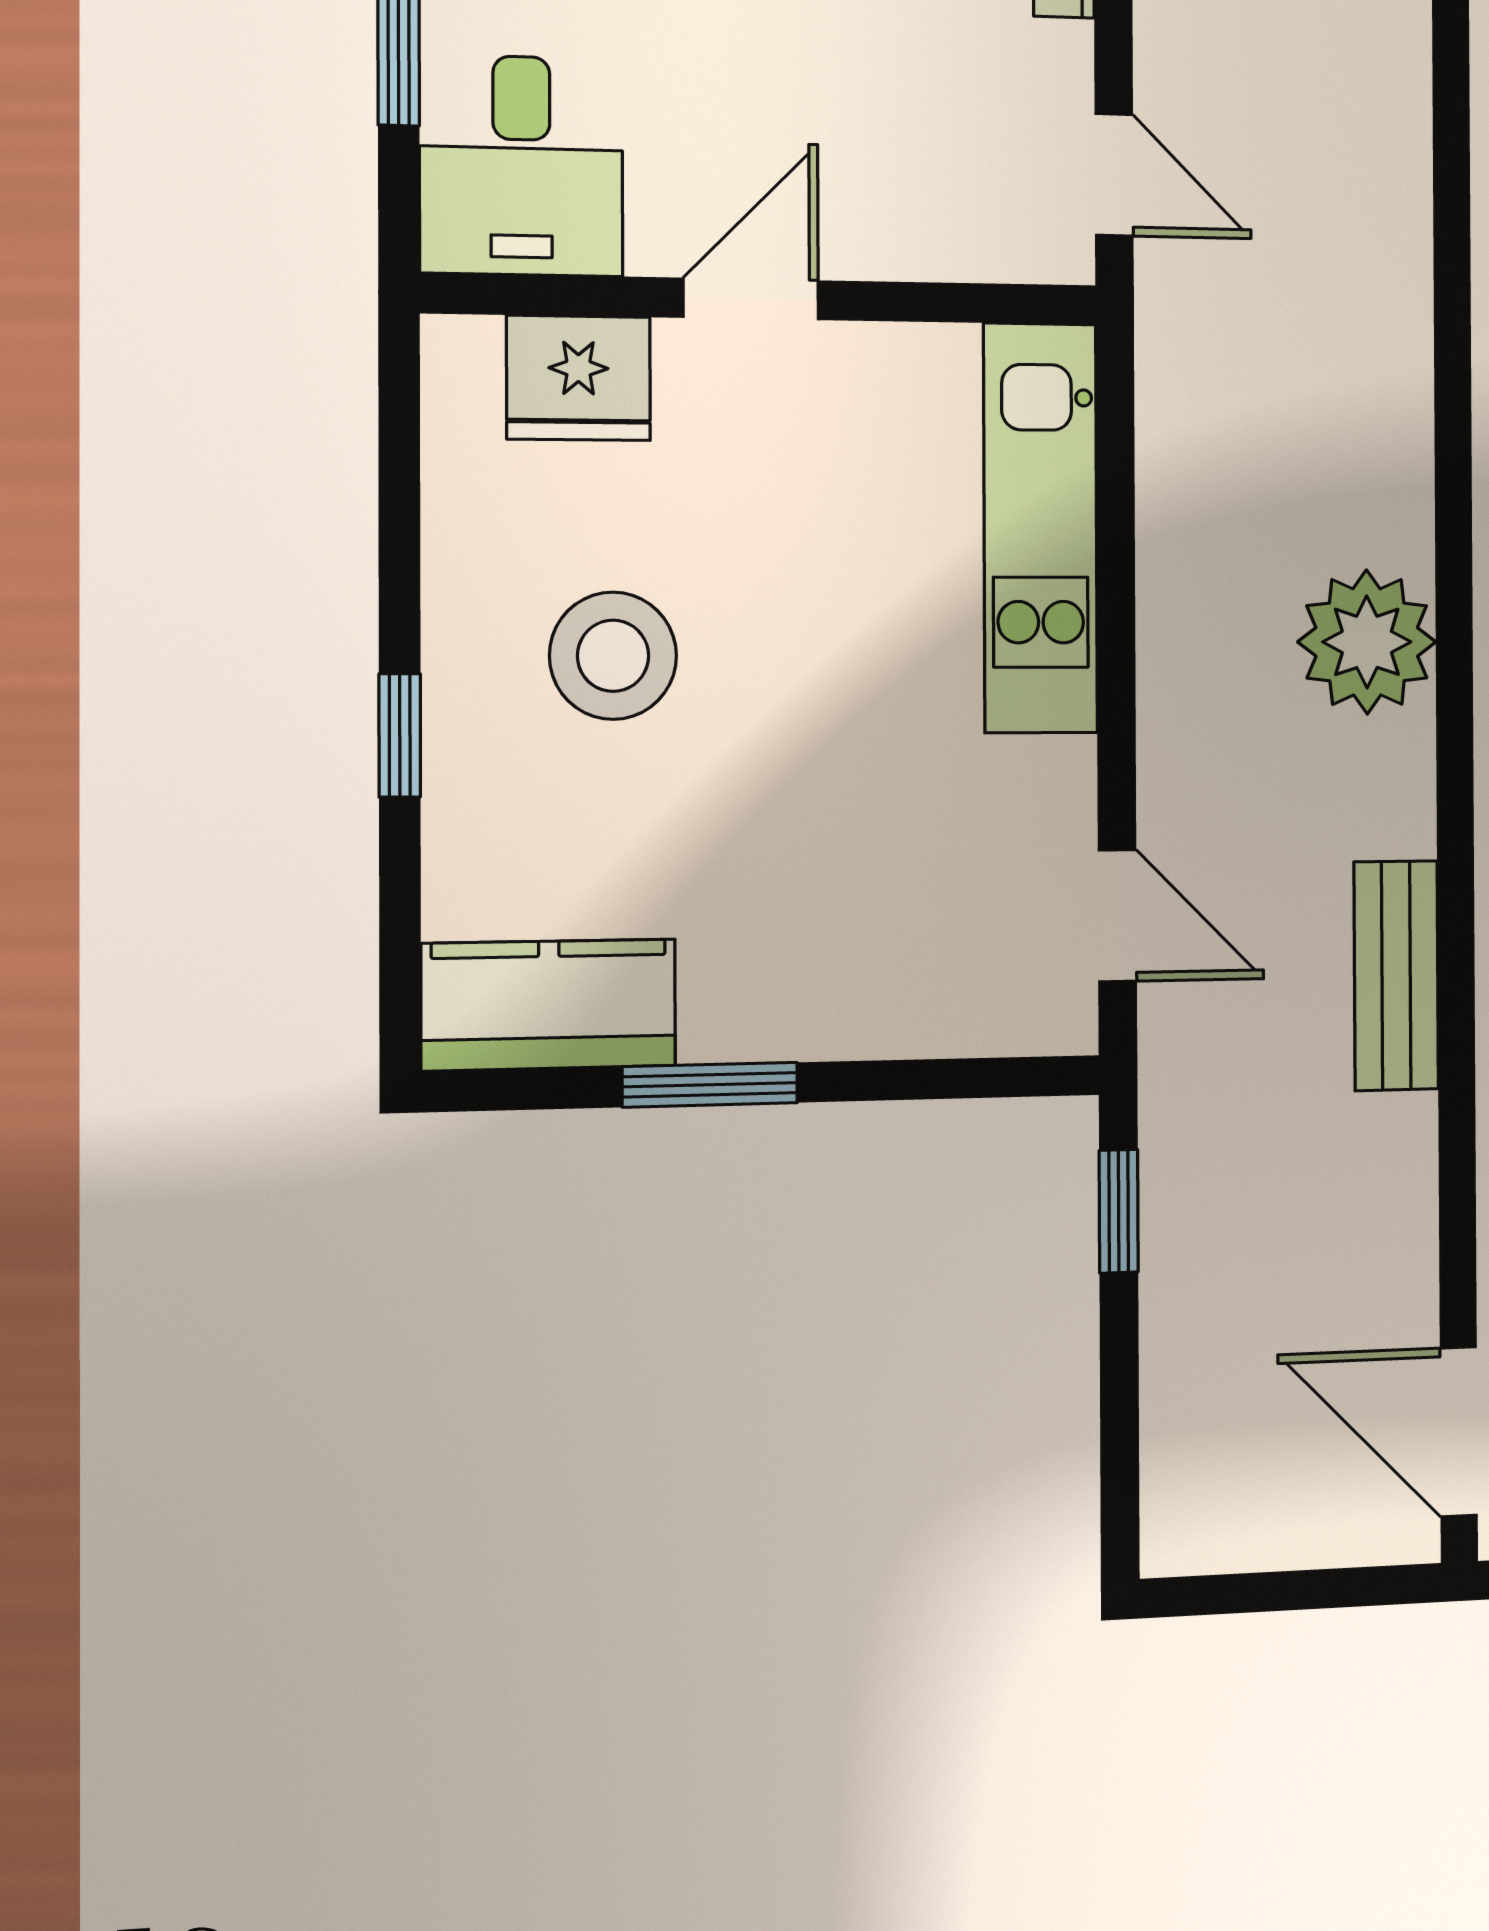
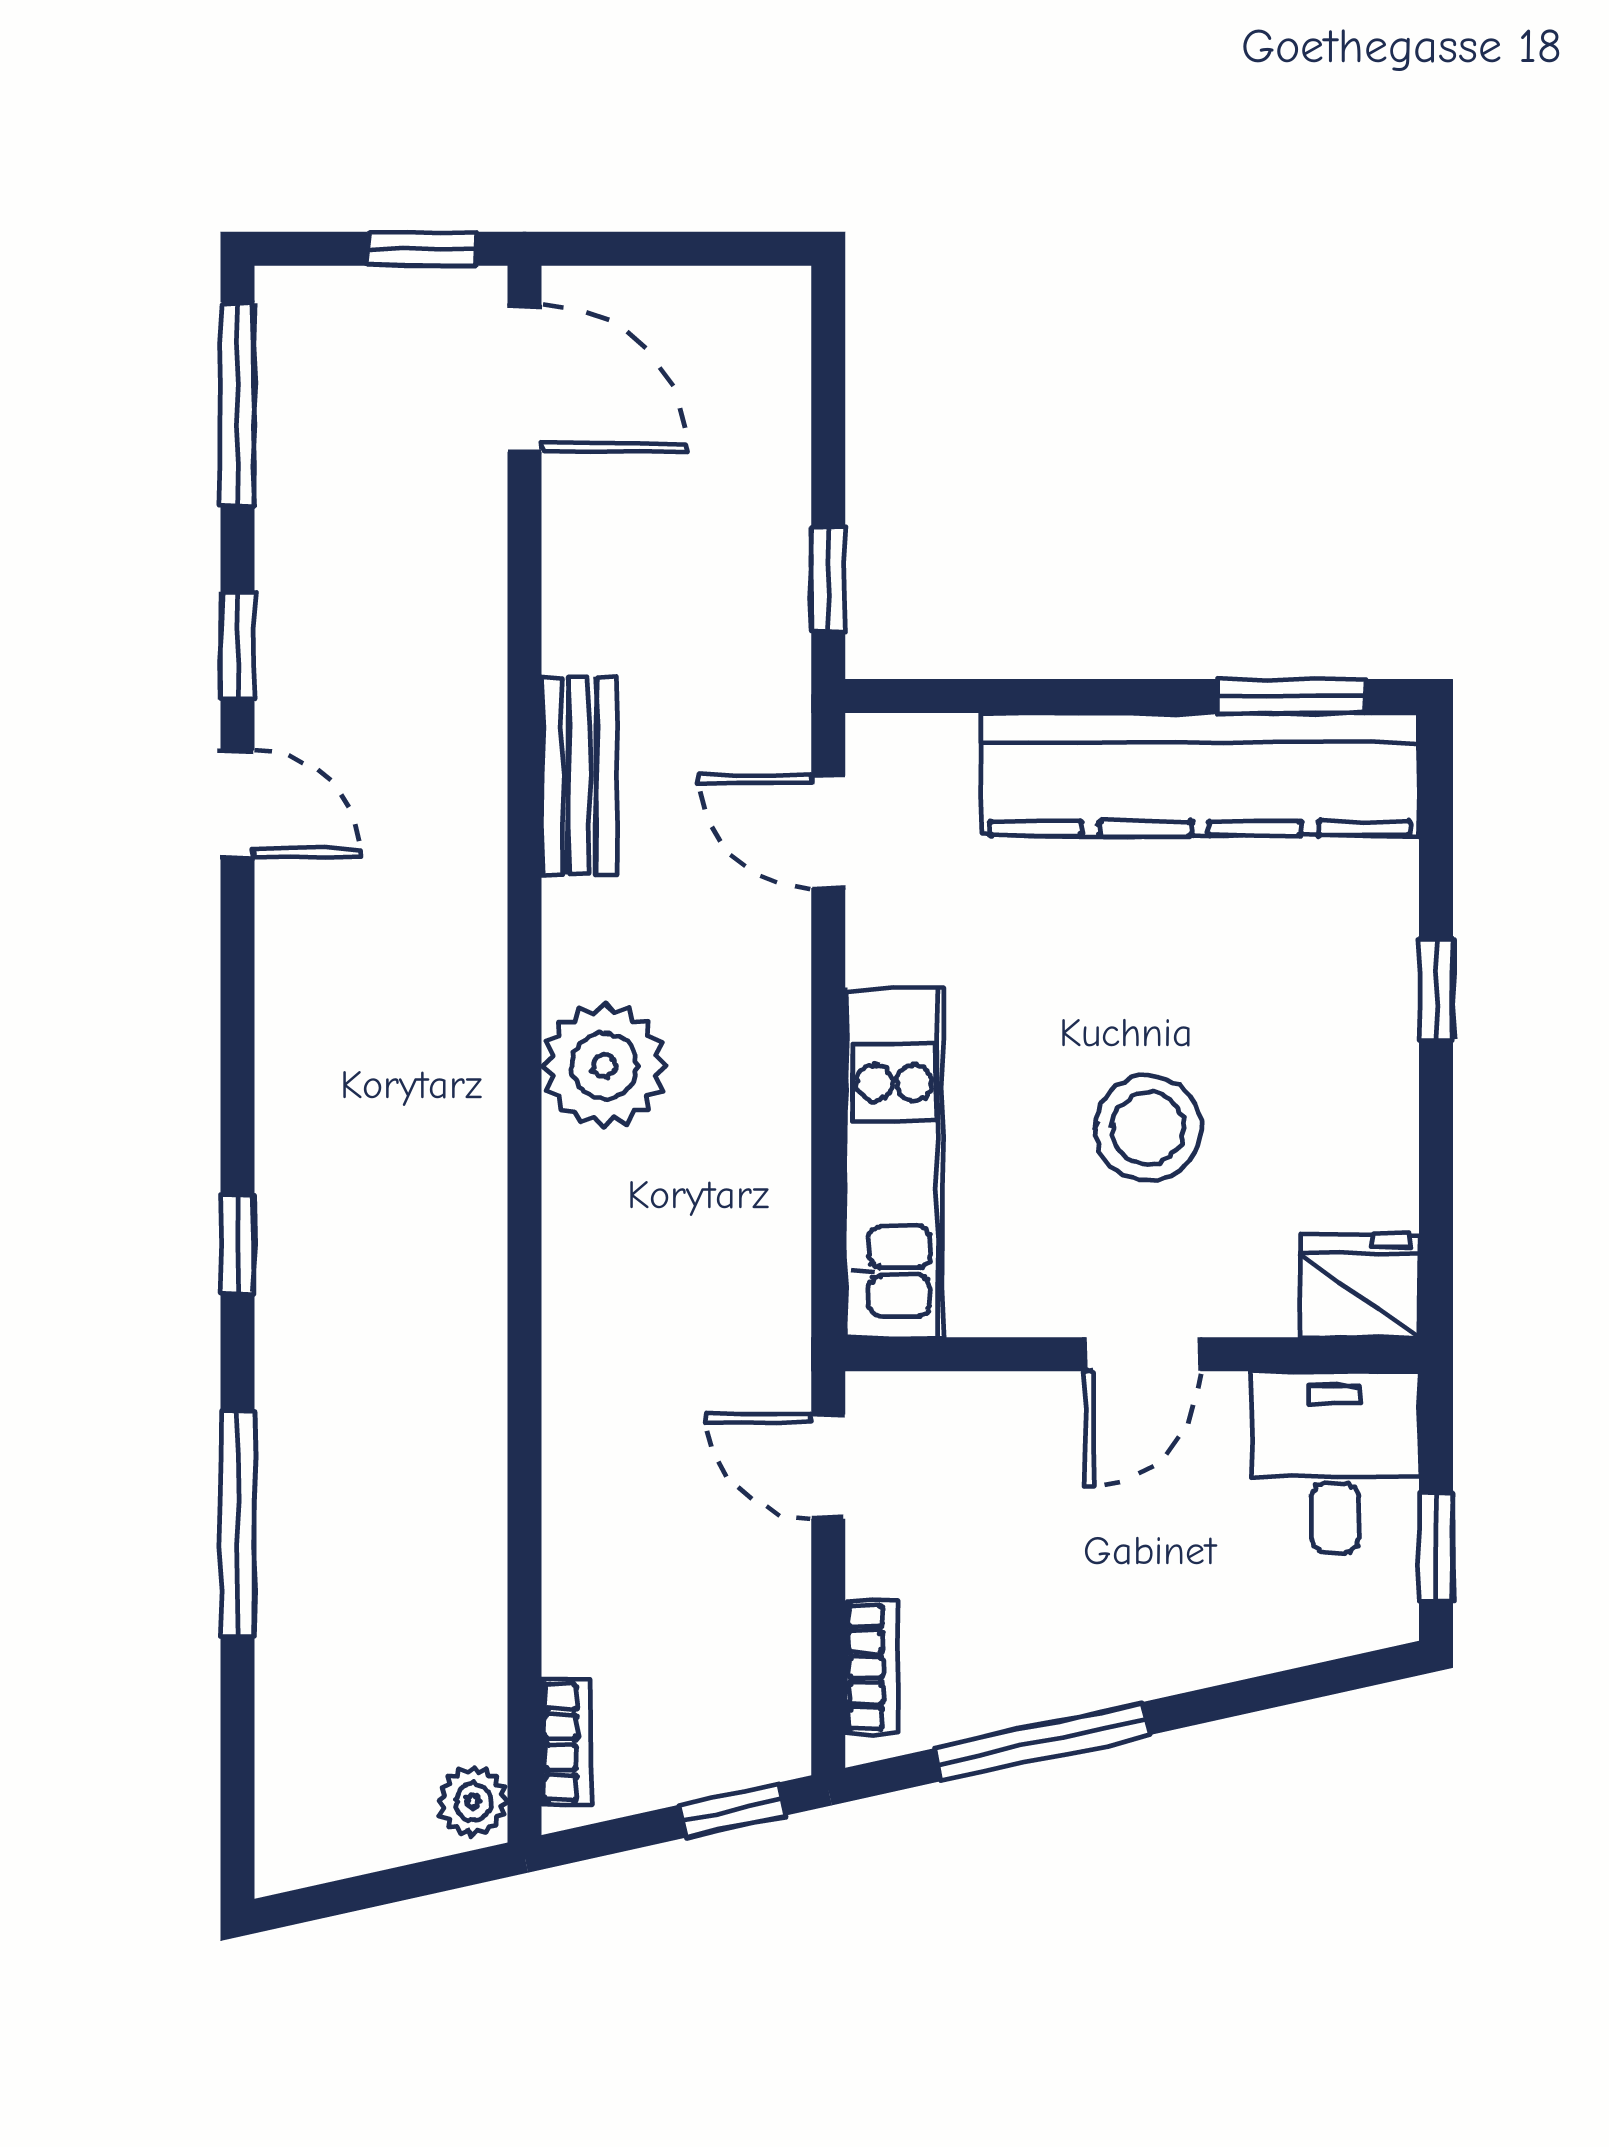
fridge: (578, 378) -> (1359, 1286), moved
stool: (613, 656) -> (1148, 1128), moved
kitchen counter: (549, 1005) -> (1200, 774), width x2.08, depth x1.17
window: (710, 1085) -> (1291, 696), moved

